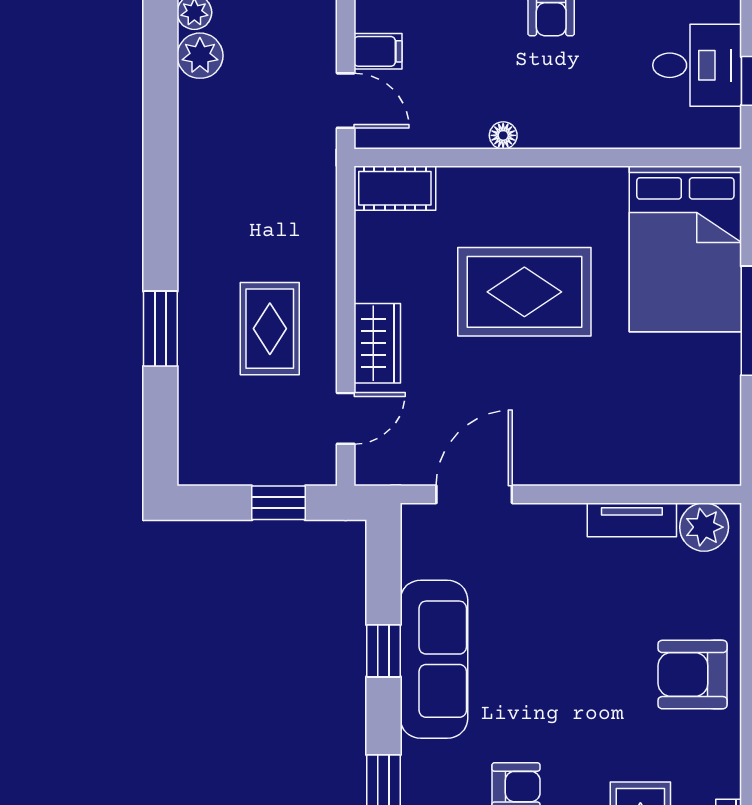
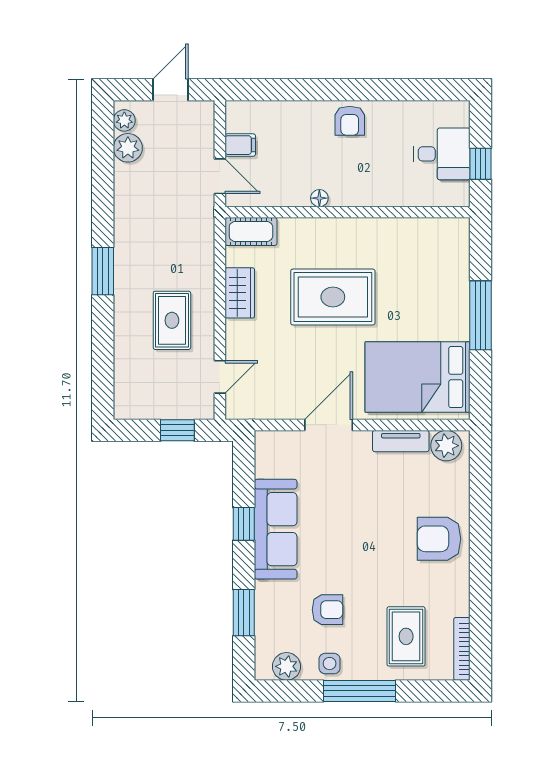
bed: (685, 249) -> (417, 377), moved, turned 90
window: (160, 329) -> (103, 271), moved
wardrobe: (377, 343) -> (240, 293), moved
door: (474, 494) -> (329, 425), moved

